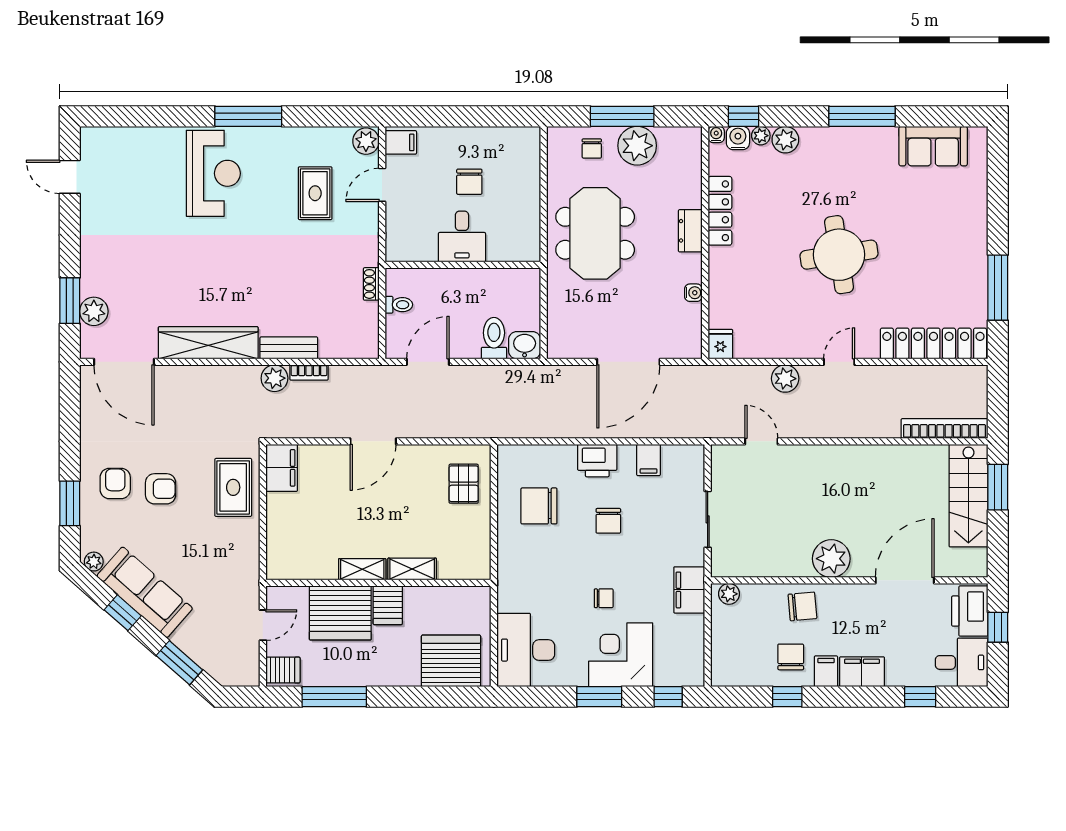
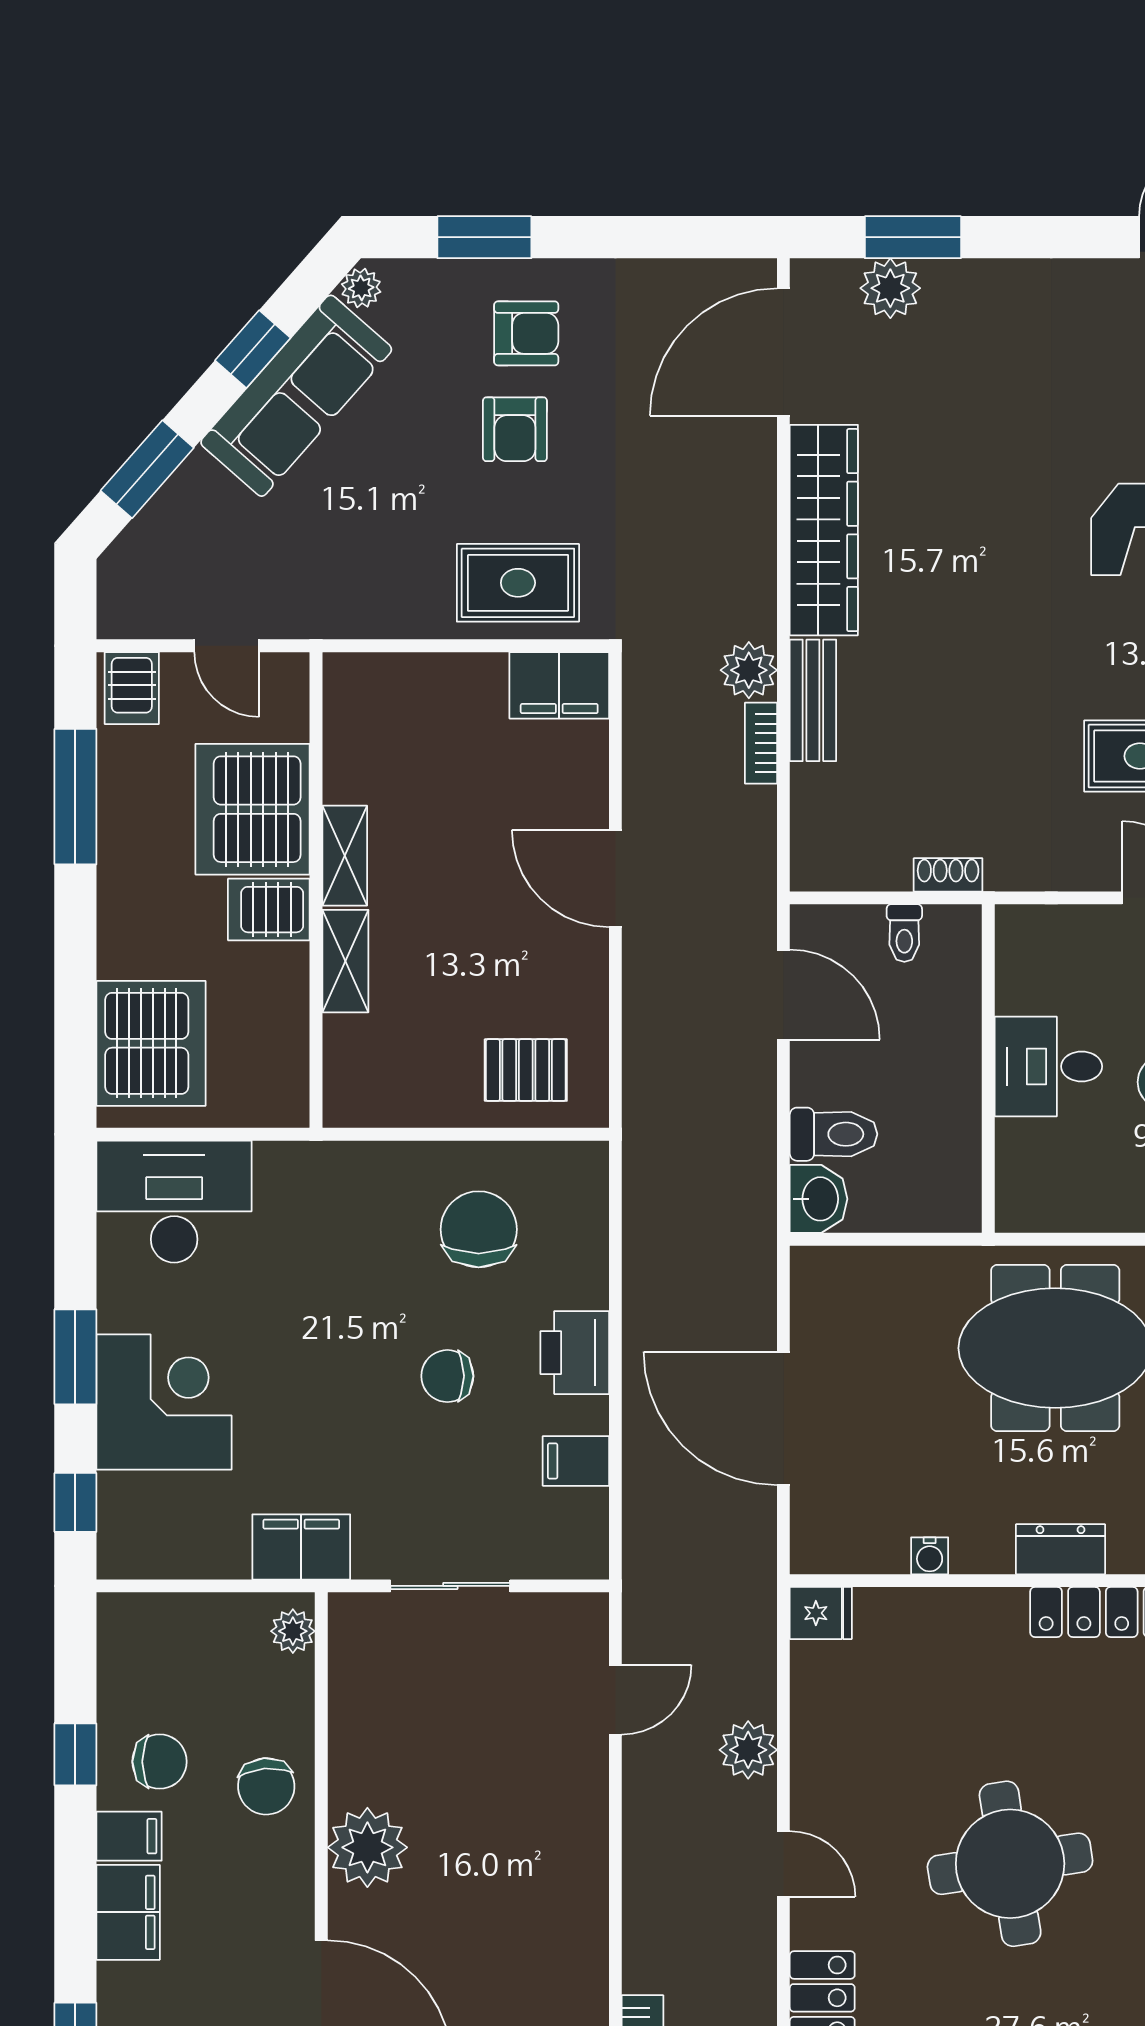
chair: (604, 598) -> (284, 1366), removed

